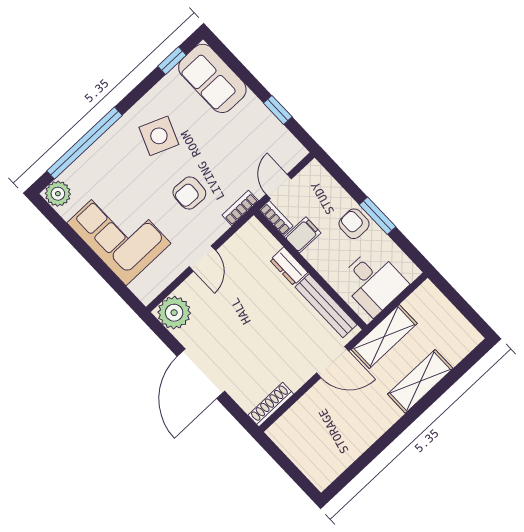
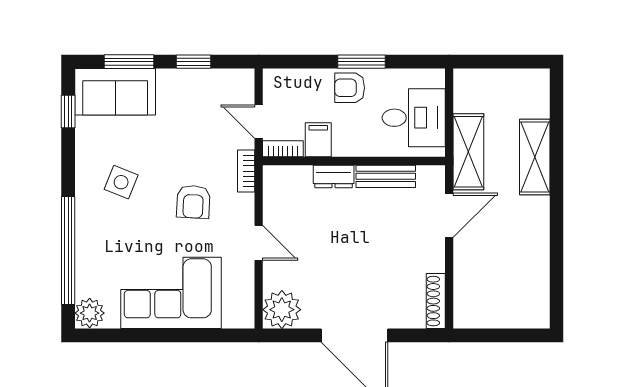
window: (240, 69) -> (129, 62), added
side table: (159, 136) -> (121, 182), width x0.73, depth x0.73
bench: (326, 306) -> (386, 176), width x0.73

